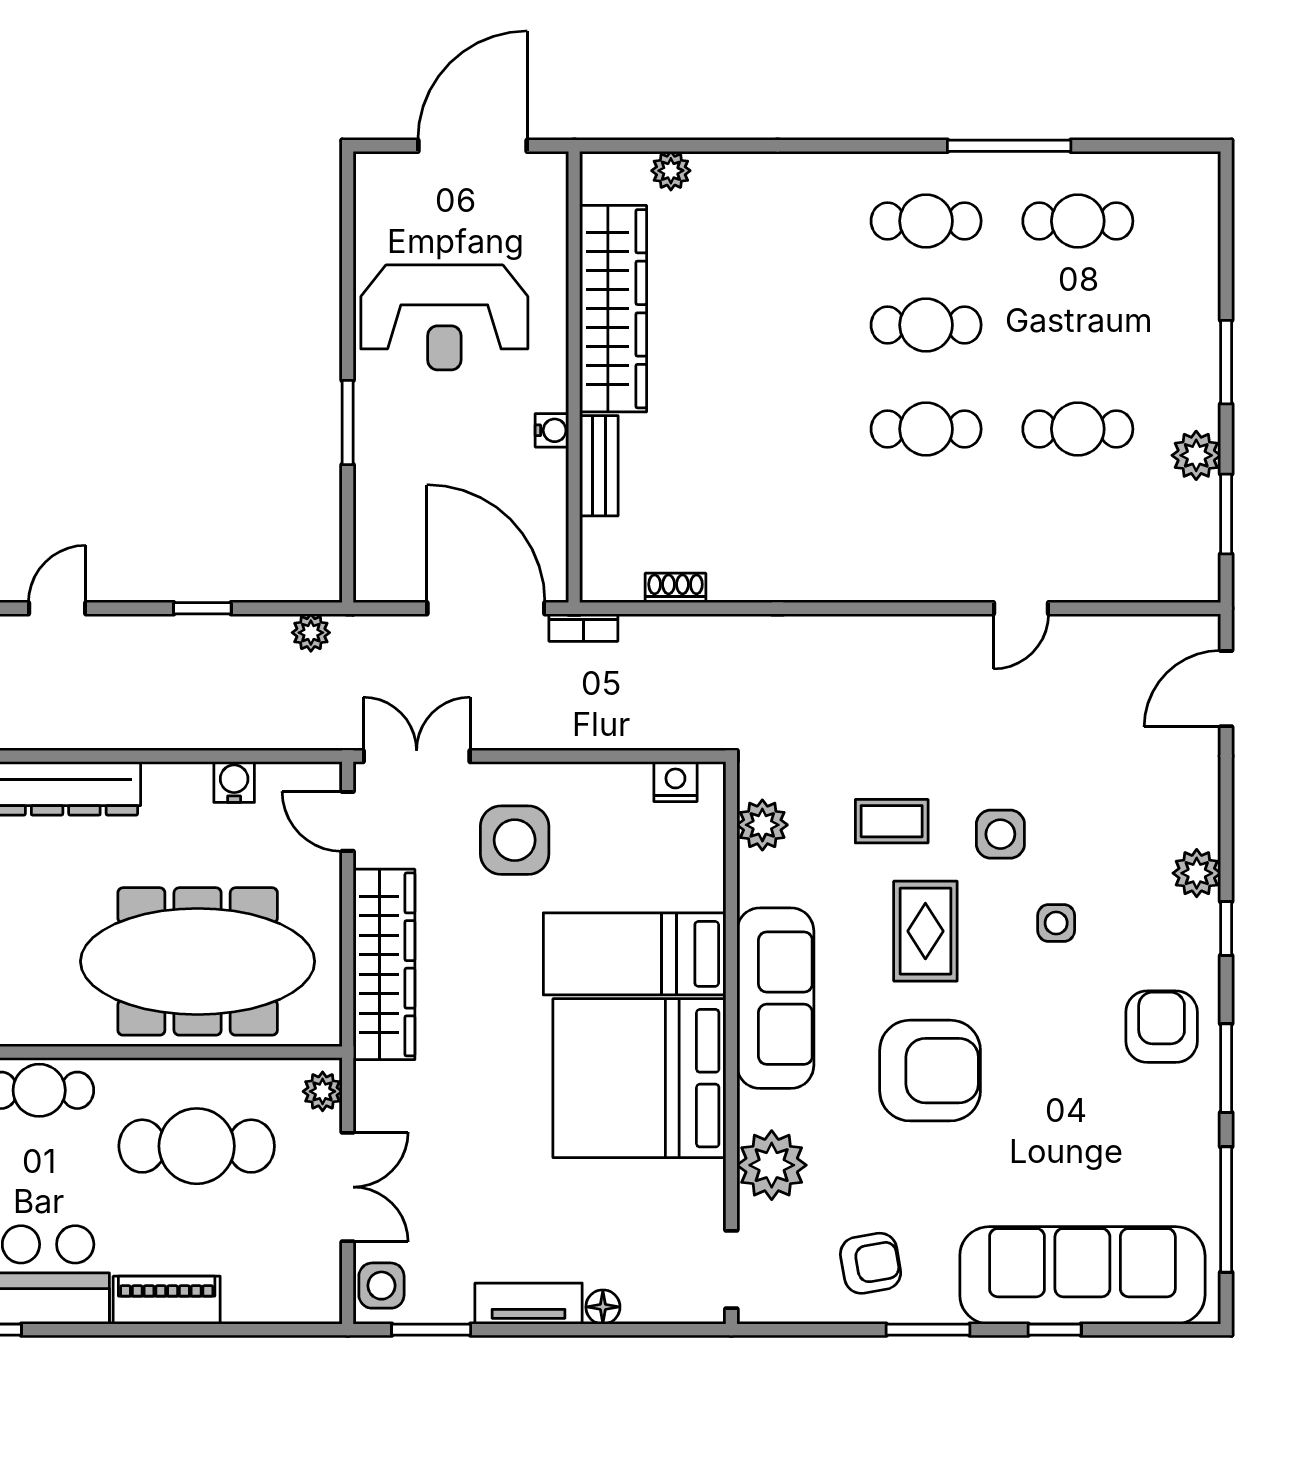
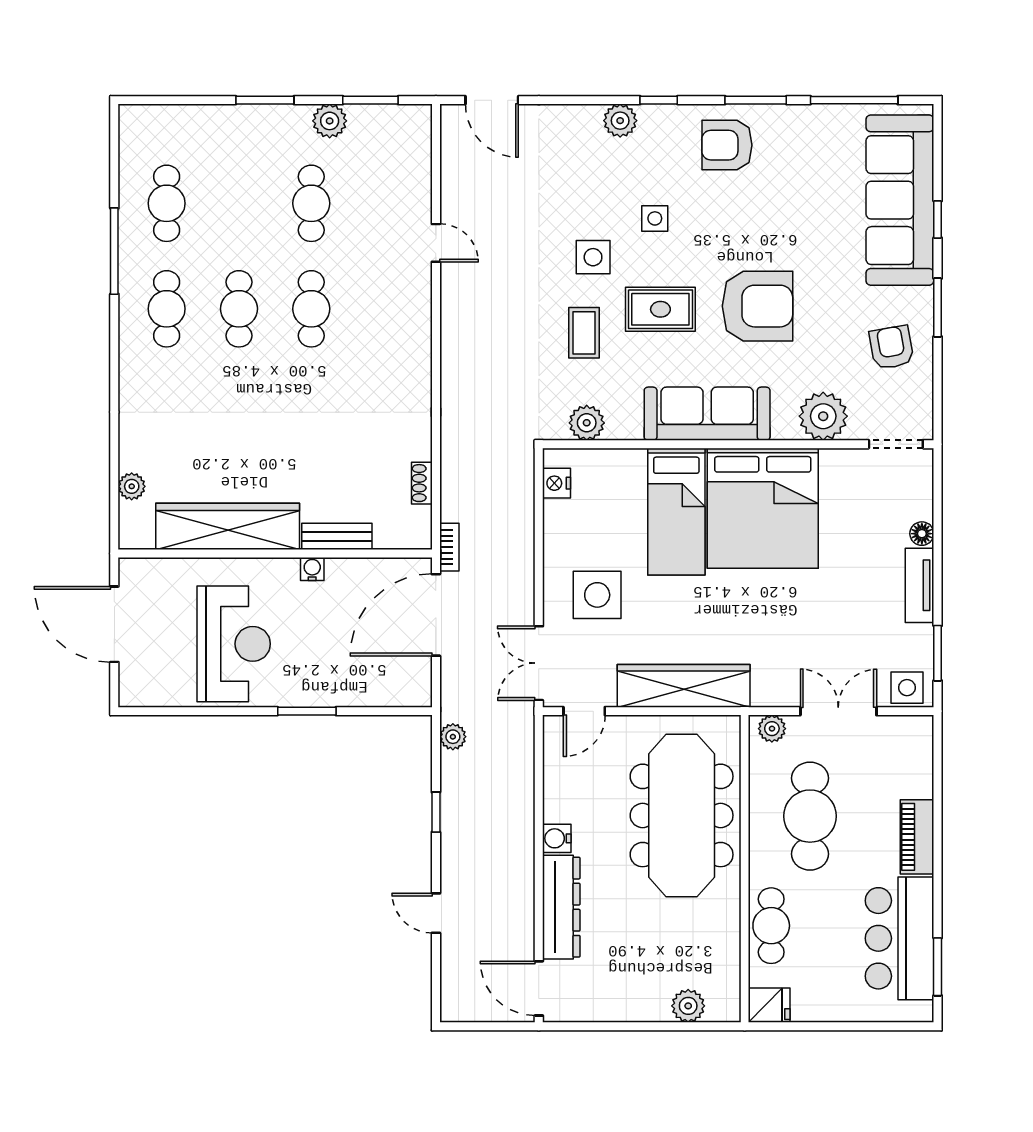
water cooler: (234, 782) -> (557, 838), moved
armchair: (930, 1071) -> (757, 306), turned 90

